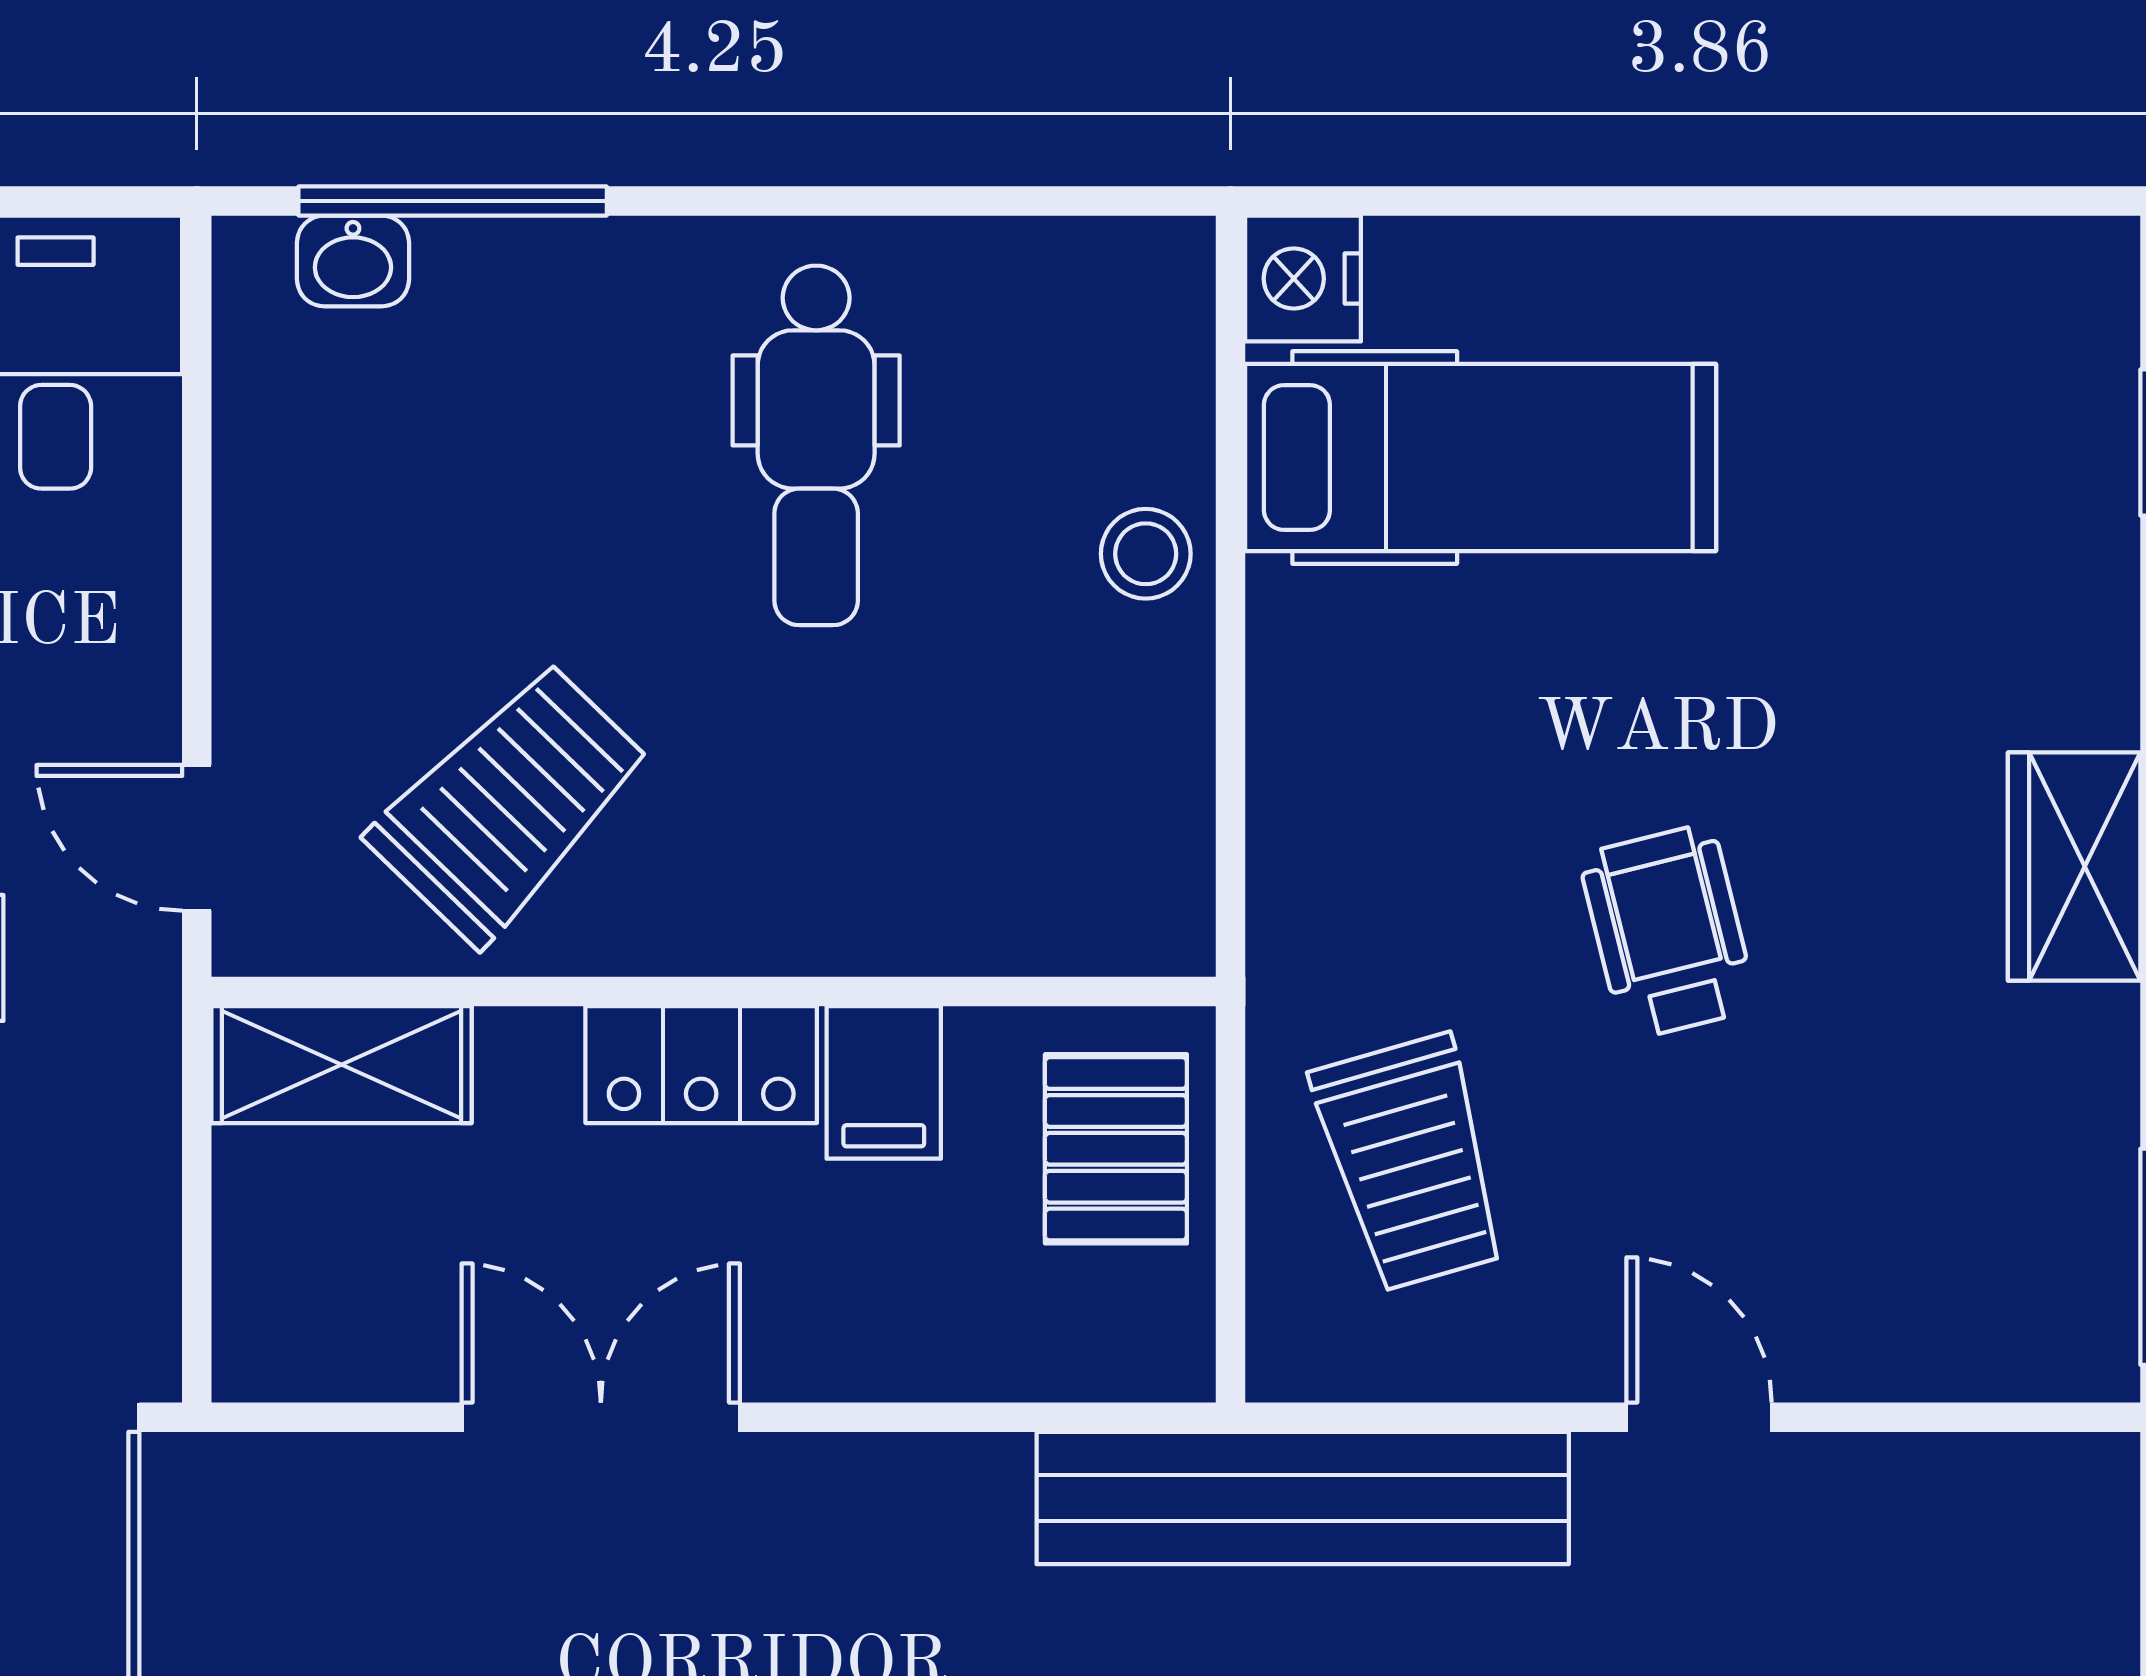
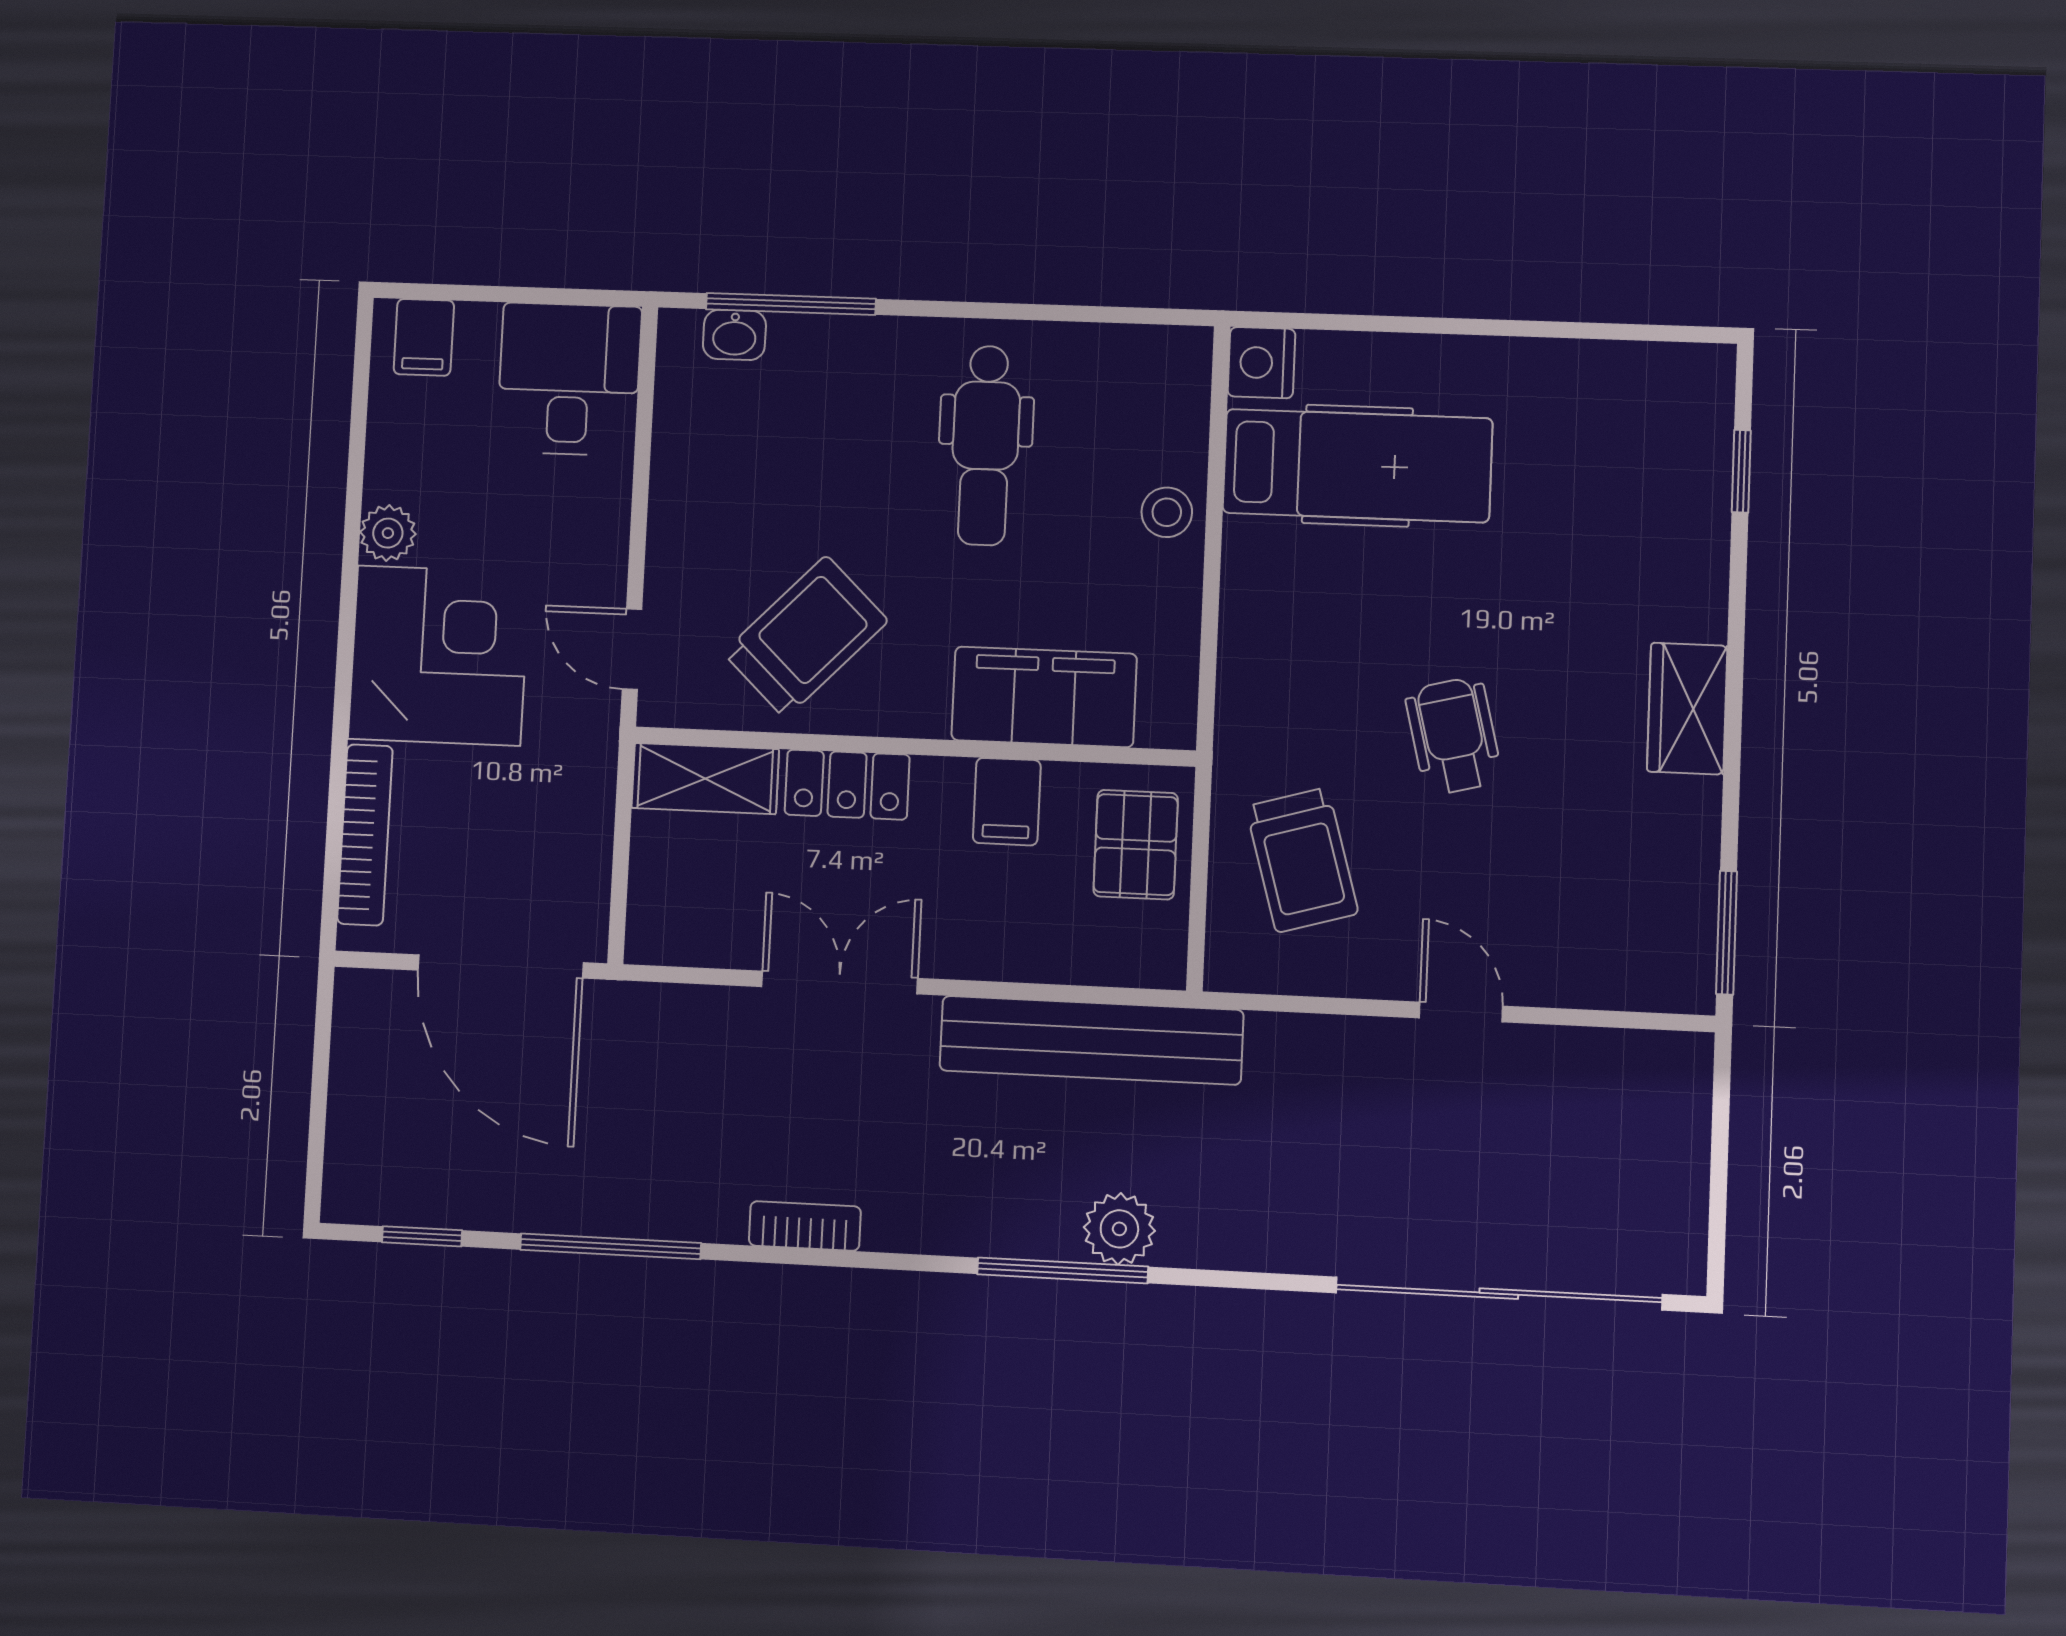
filing cabinet: (942, 893) -> (1044, 697), added
locker: (701, 1065) -> (847, 785), moved
bench: (1303, 1498) -> (1091, 1040), moved

